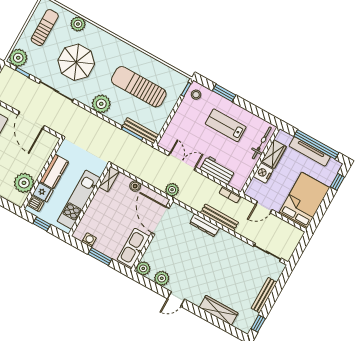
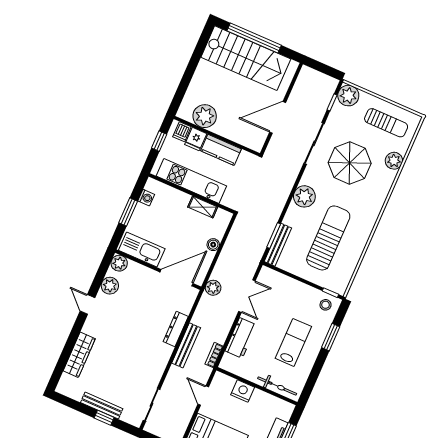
wardrobe: (274, 154) -> (266, 401), removed
shelving: (109, 179) -> (203, 207), moved
window: (258, 324) -> (104, 418), moved

